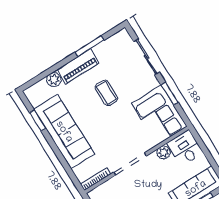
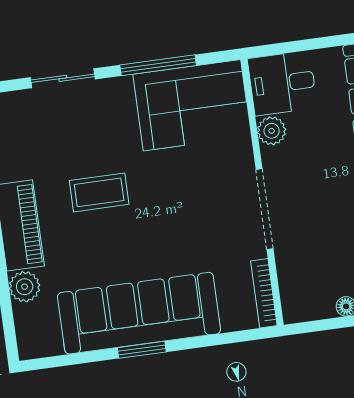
sliding door: (147, 57) -> (63, 78), width x0.73
window: (170, 94) -> (158, 65), width x1.44
window: (38, 120) -> (142, 350), moved

